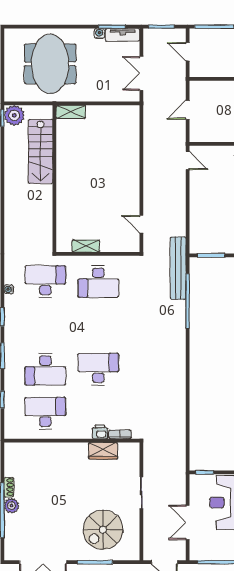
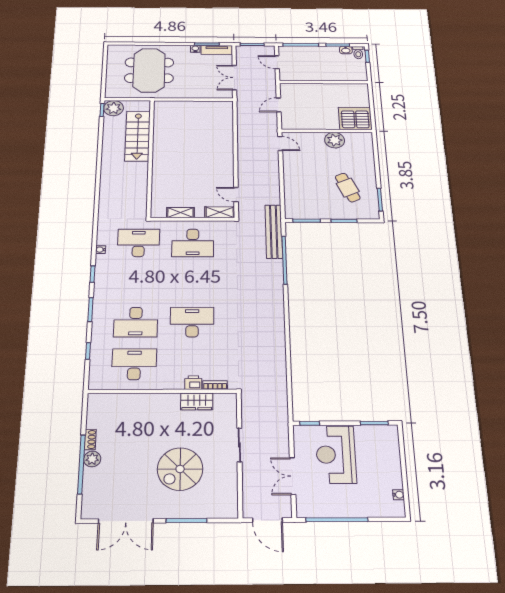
shelving: (71, 112) -> (220, 212), moved
spiral stairs: (103, 530) -> (180, 469), moved

